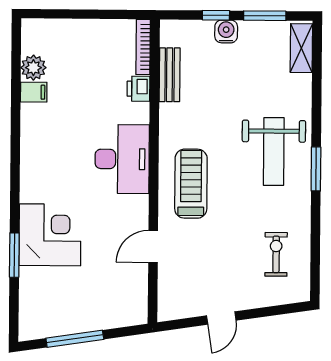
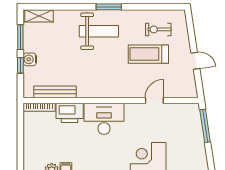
bench: (170, 75) -> (55, 92), width x1.36
printer: (138, 89) -> (70, 113), width x1.87, depth x1.48
treadmill: (191, 184) -> (148, 54), moved
door: (153, 246) -> (154, 100), swing flipped
window: (75, 339) -> (205, 126), moved

